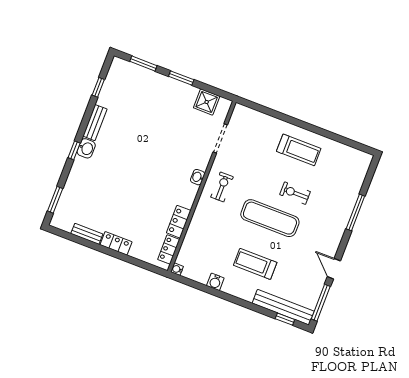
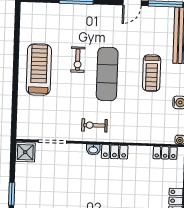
shower: (207, 102) -> (25, 152), moved
treadmill: (299, 150) -> (39, 69), width x1.37, depth x1.38
locker: (179, 222) -> (115, 152), moved

